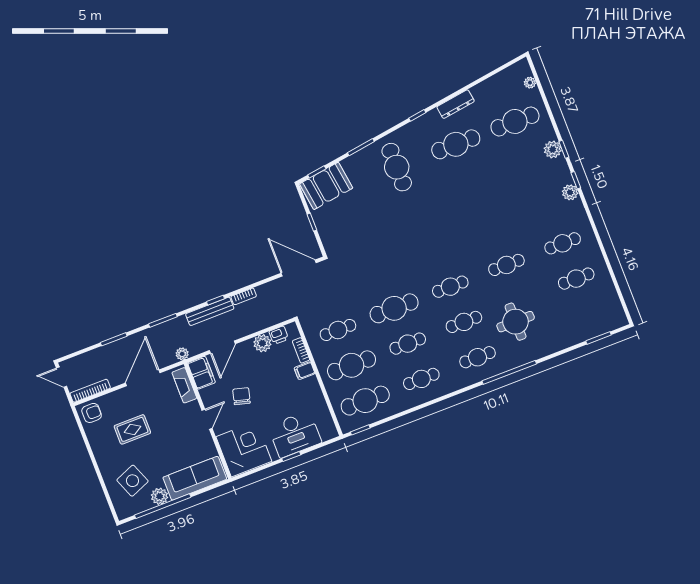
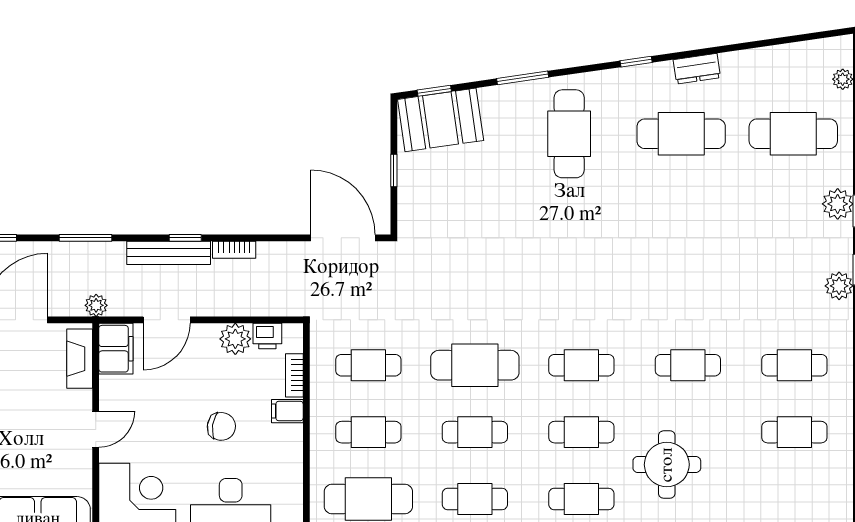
dresser: (456, 104) -> (697, 69), width x0.70
cafe table: (352, 365) -> (368, 432), width x0.73, depth x0.74
chair: (241, 396) -> (221, 426), moved, turned 83

